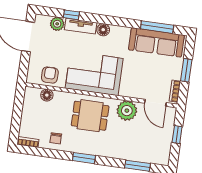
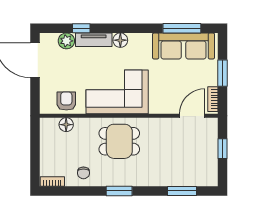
door: (155, 103) -> (192, 116), swing flipped
plant: (127, 111) -> (161, 129), removed

